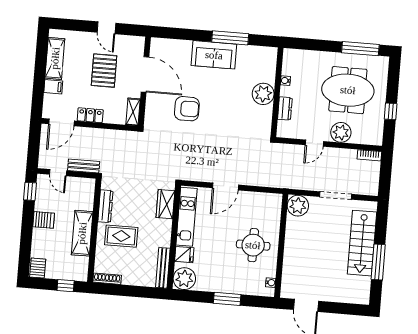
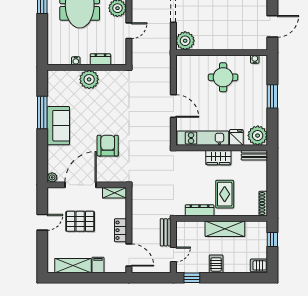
plant: (156, 43) -> (52, 177), added
door: (314, 143) -> (129, 31), hinge flipped
wardrobe: (165, 204) -> (218, 158), moved
bench: (163, 268) -> (254, 155), width x0.73

